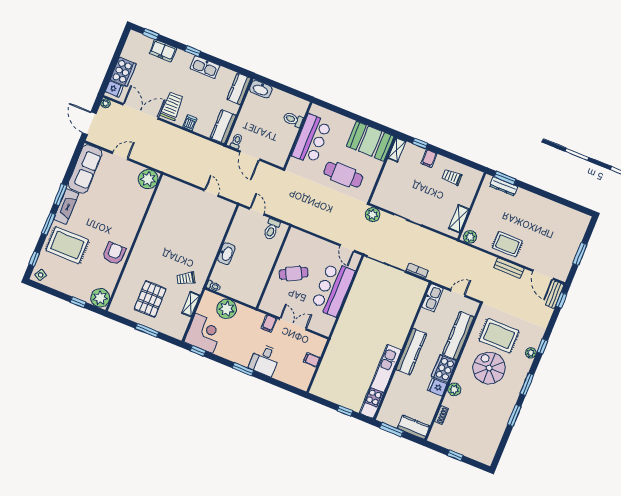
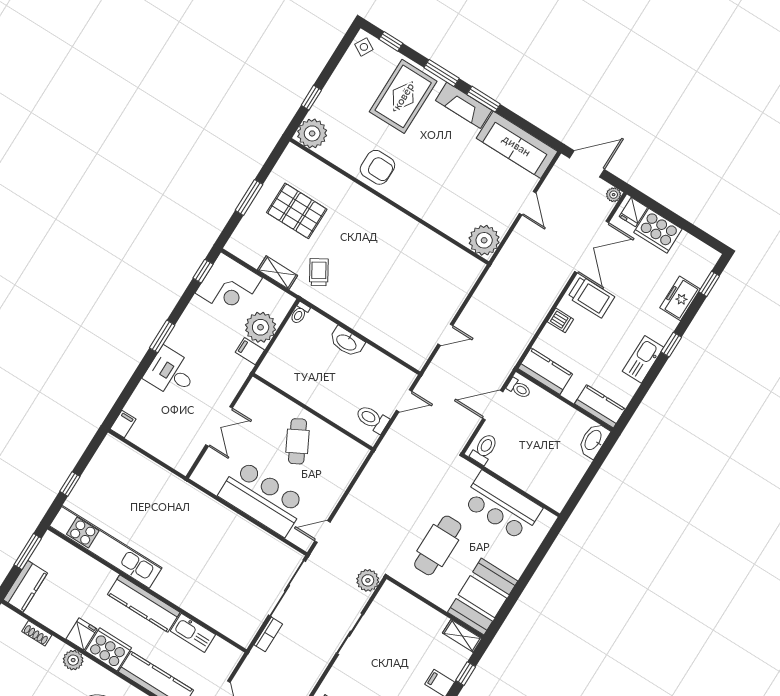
toilet: (293, 120) -> (484, 449), moved
kitchen sink: (432, 298) -> (193, 633), moved
filing cabinet: (269, 324) -> (250, 351), moved
filing cabinet: (312, 360) -> (123, 424), moved

